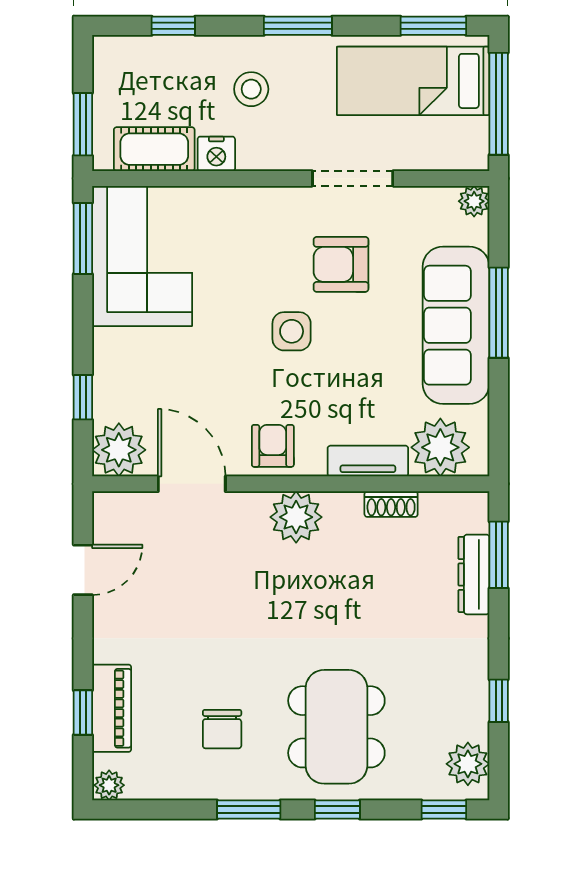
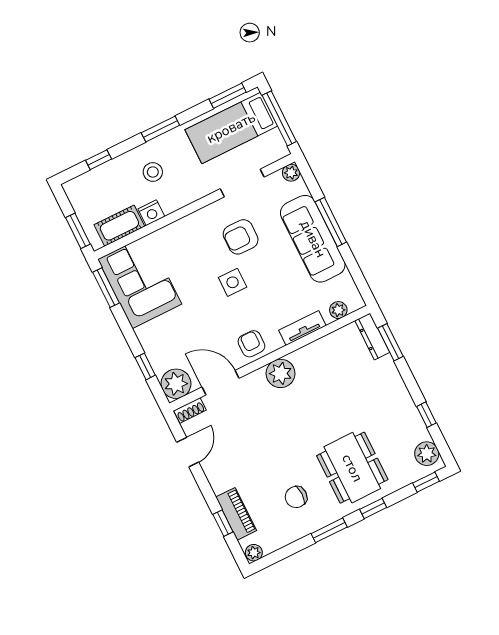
doorway: (353, 178) -> (242, 183), moved
plant: (440, 447) -> (338, 310), width x0.53, depth x0.53
shoe rack: (391, 504) -> (190, 410), moved
dresser: (474, 574) -> (372, 337), moved
chair: (222, 729) -> (296, 497), turned 90

